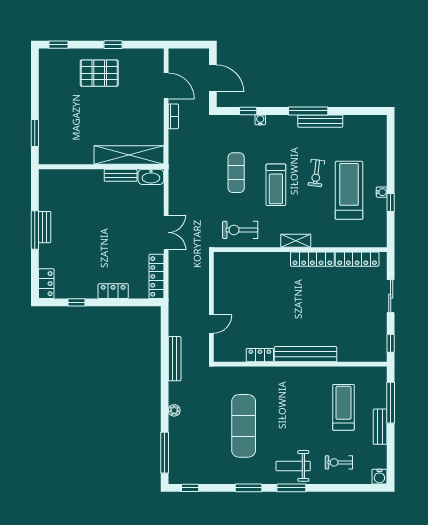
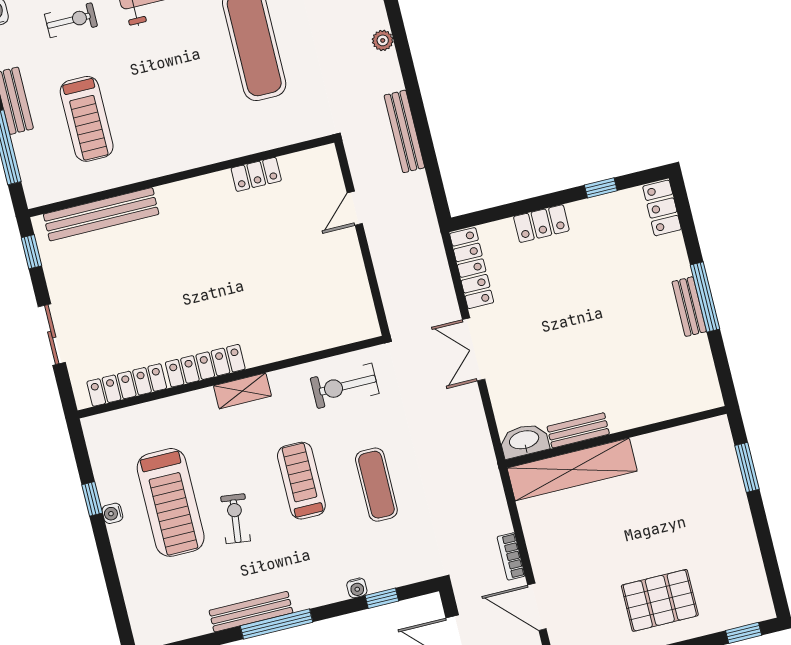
exercise bike: (240, 230) -> (345, 386), turned 180
bench: (306, 354) -> (101, 214), moved

